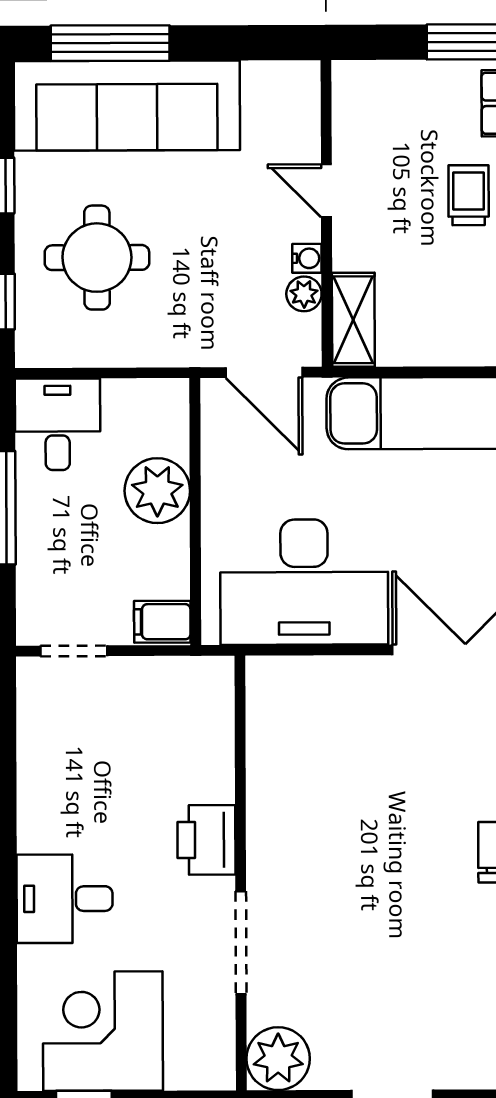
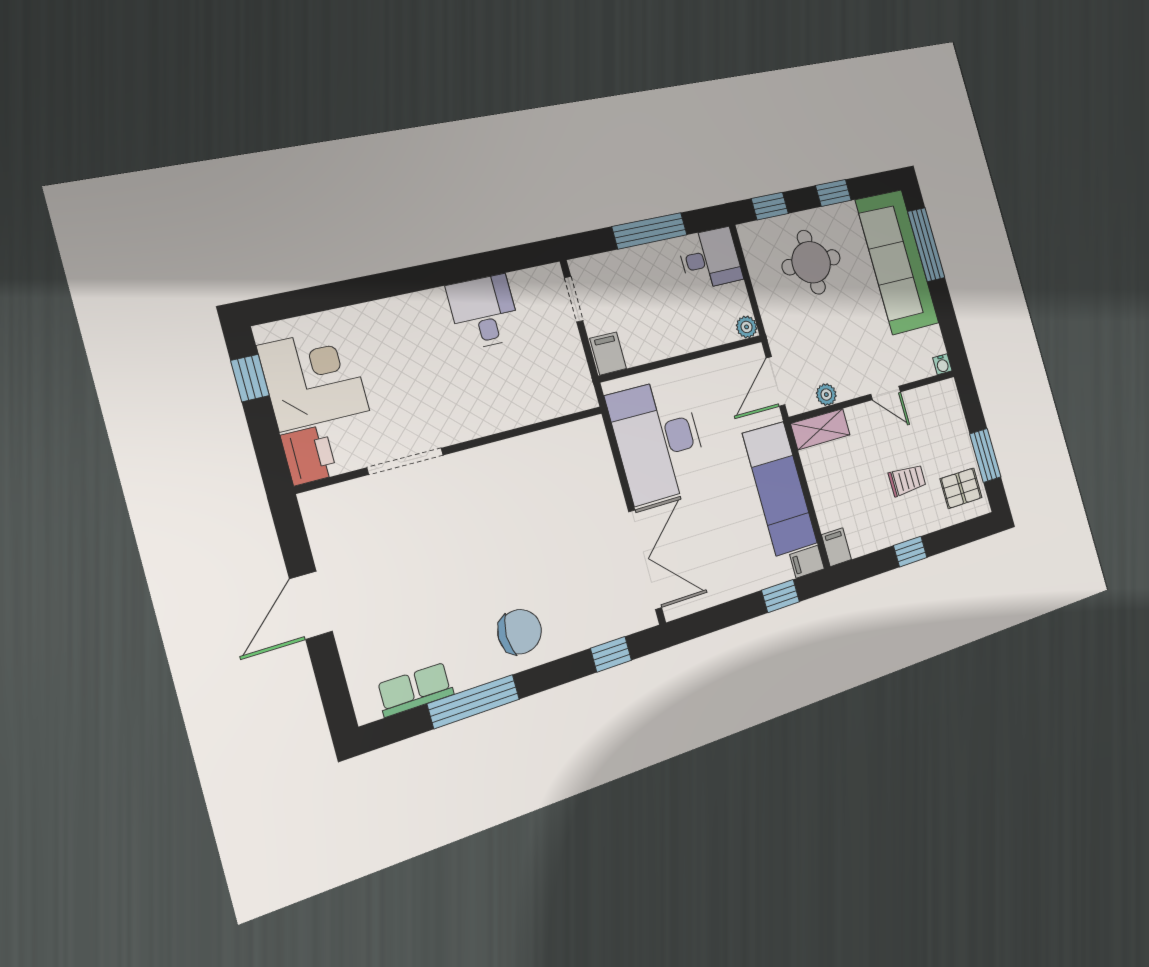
door: (326, 191) -> (886, 393), swing flipped
water cooler: (307, 258) -> (942, 364), moved
plant: (157, 491) -> (747, 327), moved, width x0.53, depth x0.53
printer: (206, 840) -> (309, 455), moved, turned 90
desk: (65, 899) -> (484, 312), moved
plant: (278, 1059) -> (326, 511), removed

